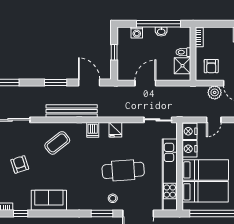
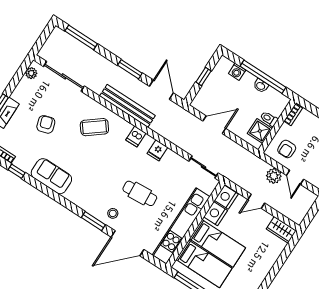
cafe table: (123, 170) -> (140, 193), width x0.73, depth x0.74

